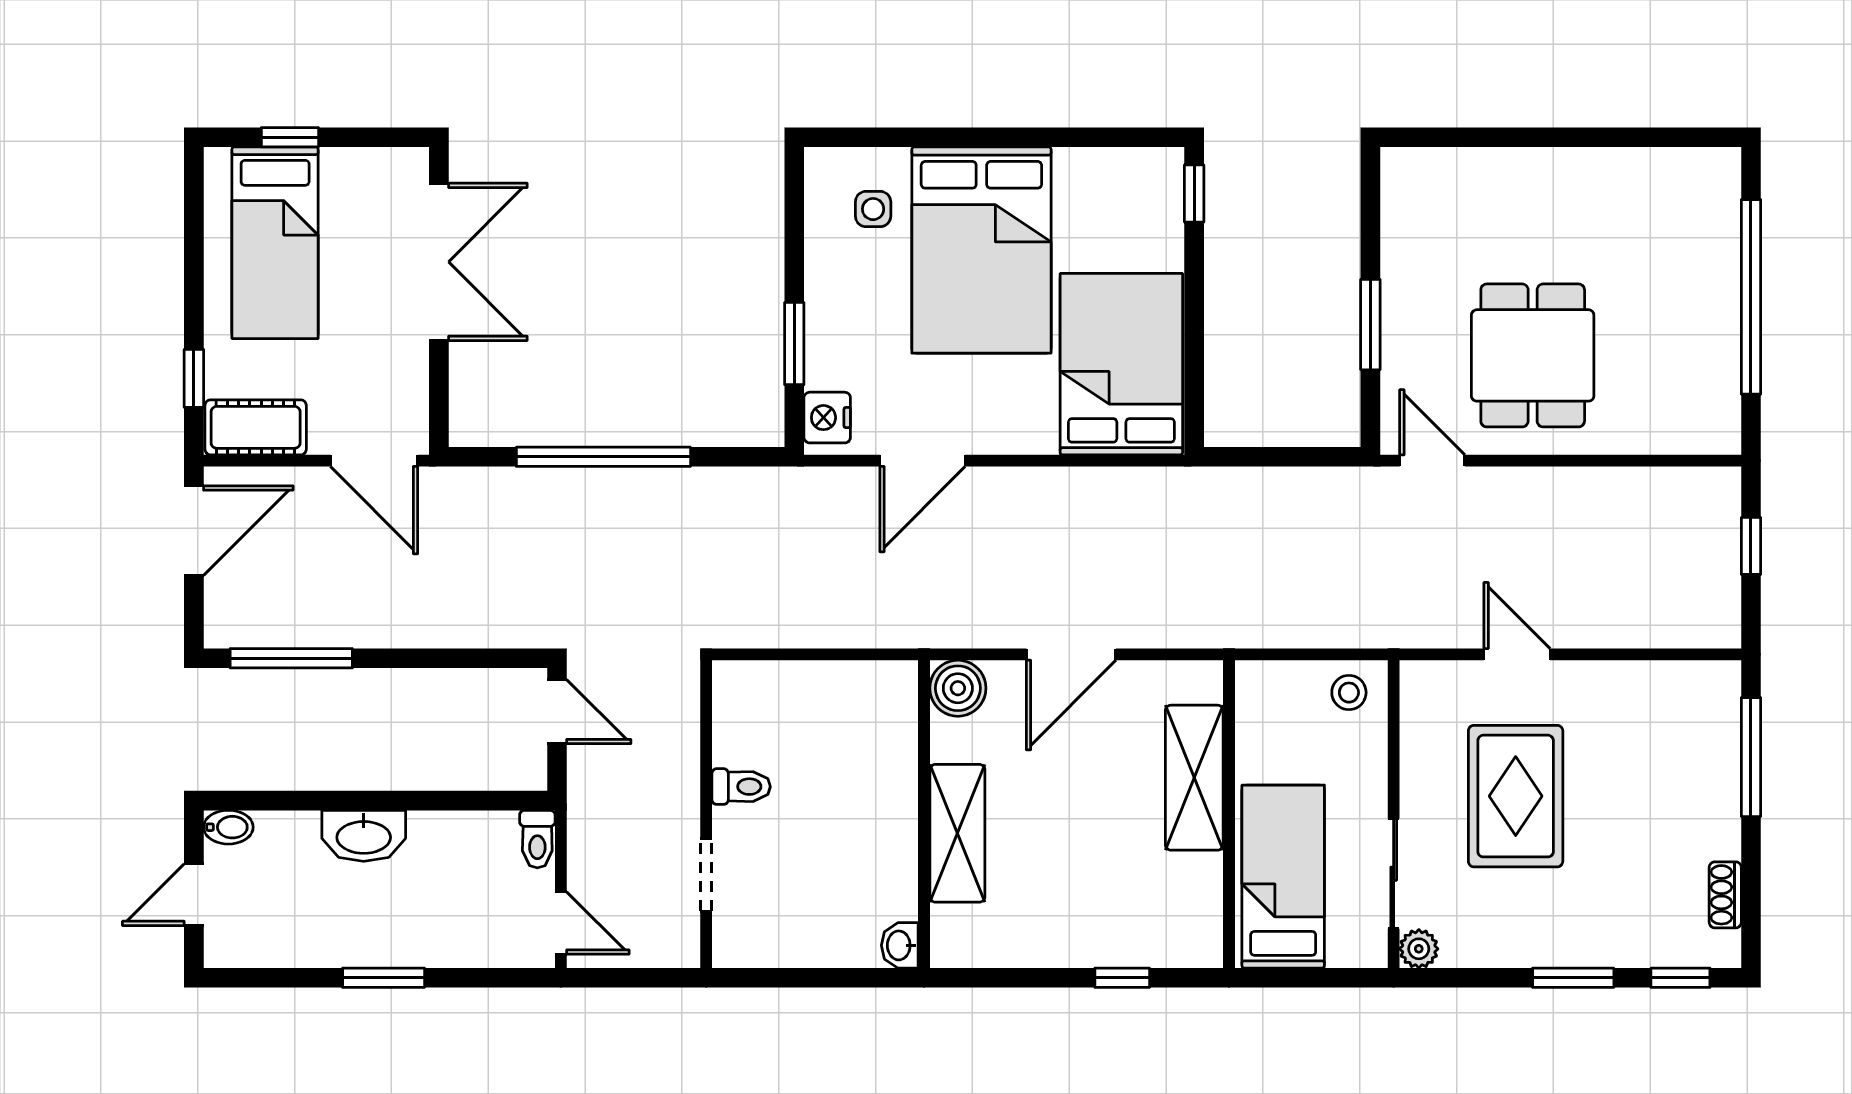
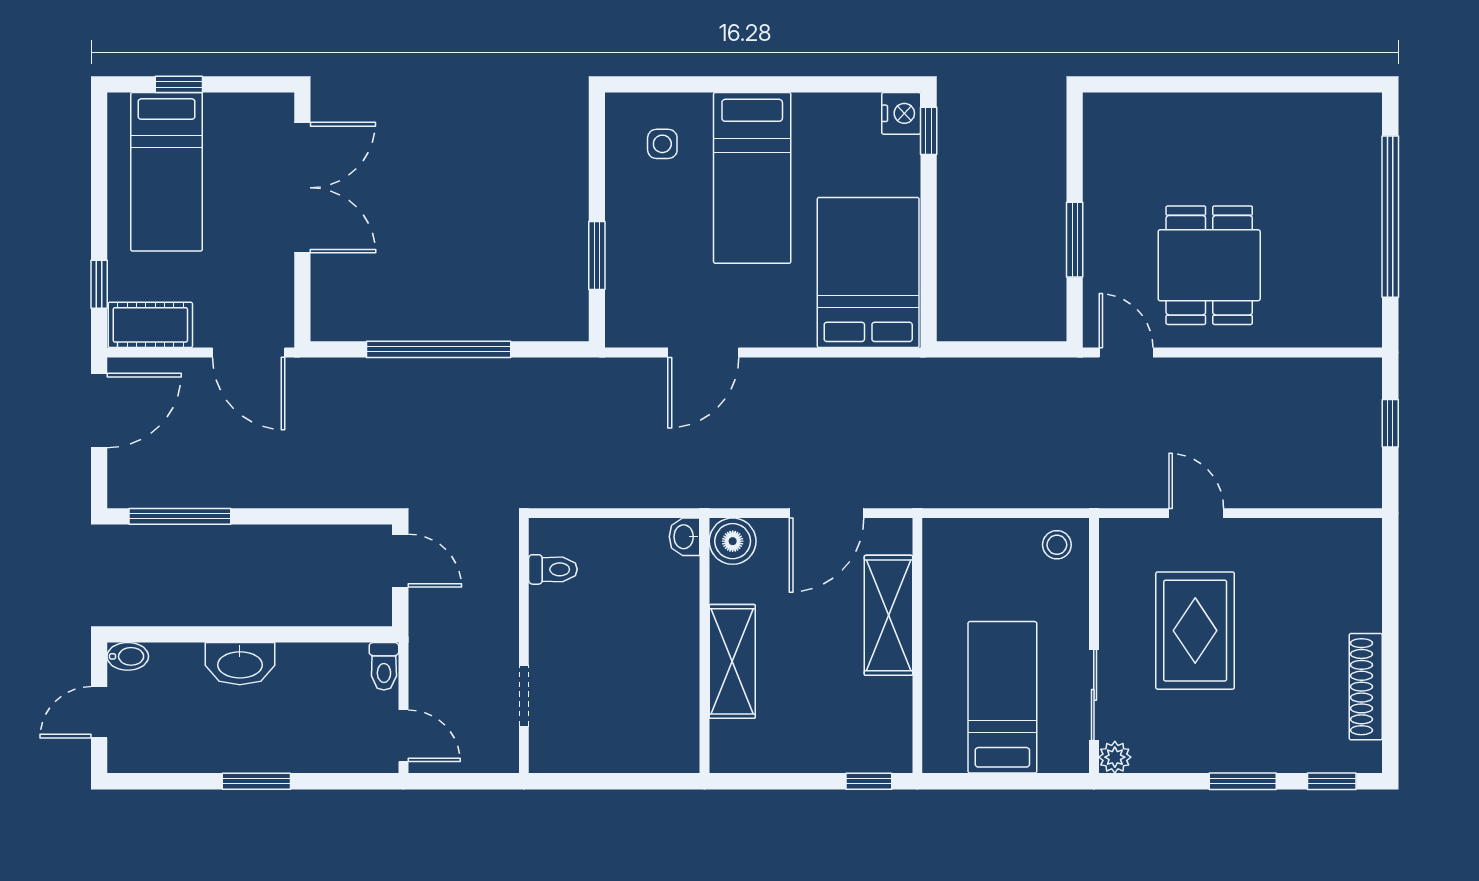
bed: (981, 250) -> (752, 178), width x0.67
nightstand: (827, 418) -> (901, 113), moved, turned 180
window: (1751, 757) -> (1390, 598), removed
shelving: (1194, 778) -> (888, 615), moved
toilet: (741, 787) -> (553, 569), moved
wall: (1229, 814) -> (917, 646), moved
shoe rack: (1725, 895) -> (1366, 687), width x1.94, depth x1.24
washbasin: (900, 945) -> (685, 537), moved

